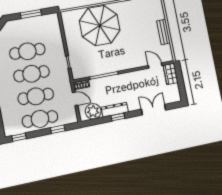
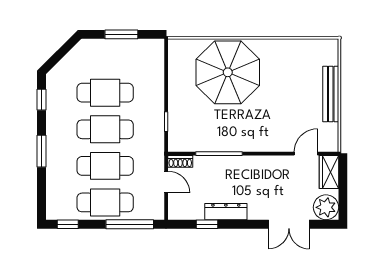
bench: (163, 32) -> (331, 94), width x1.36
door: (155, 66) -> (306, 154), hinge flipped
double door: (153, 110) -> (289, 224), swing flipped
plant: (93, 111) -> (326, 207), moved
window: (118, 117) -> (207, 224), moved
window: (58, 129) -> (130, 224), width x2.17

